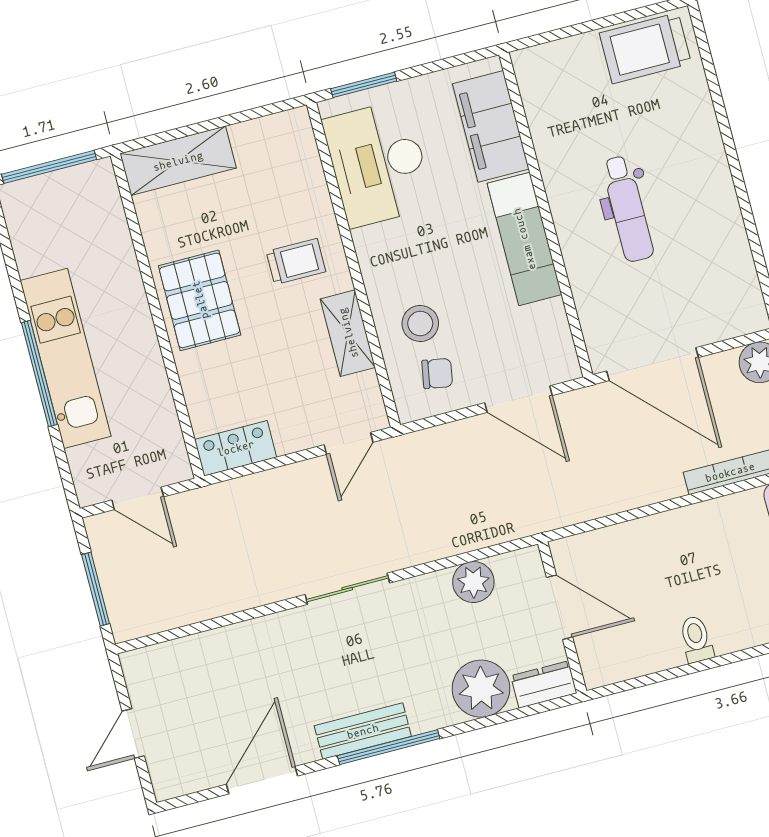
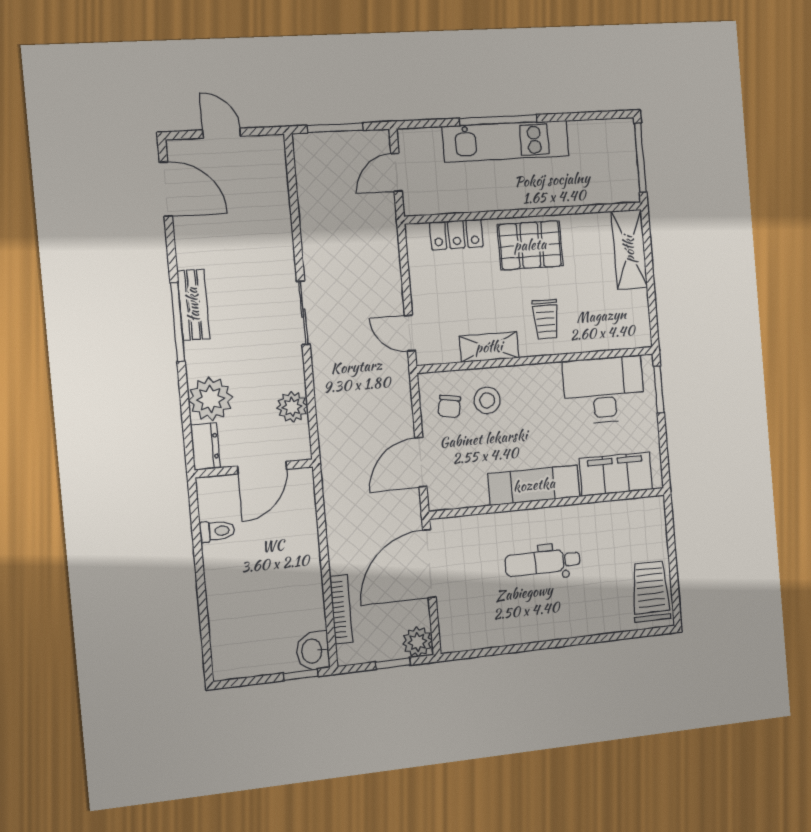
locker: (236, 448) -> (456, 234), moved, turned 90
toilet: (696, 639) -> (217, 531), moved
door: (262, 780) -> (166, 189), moved

